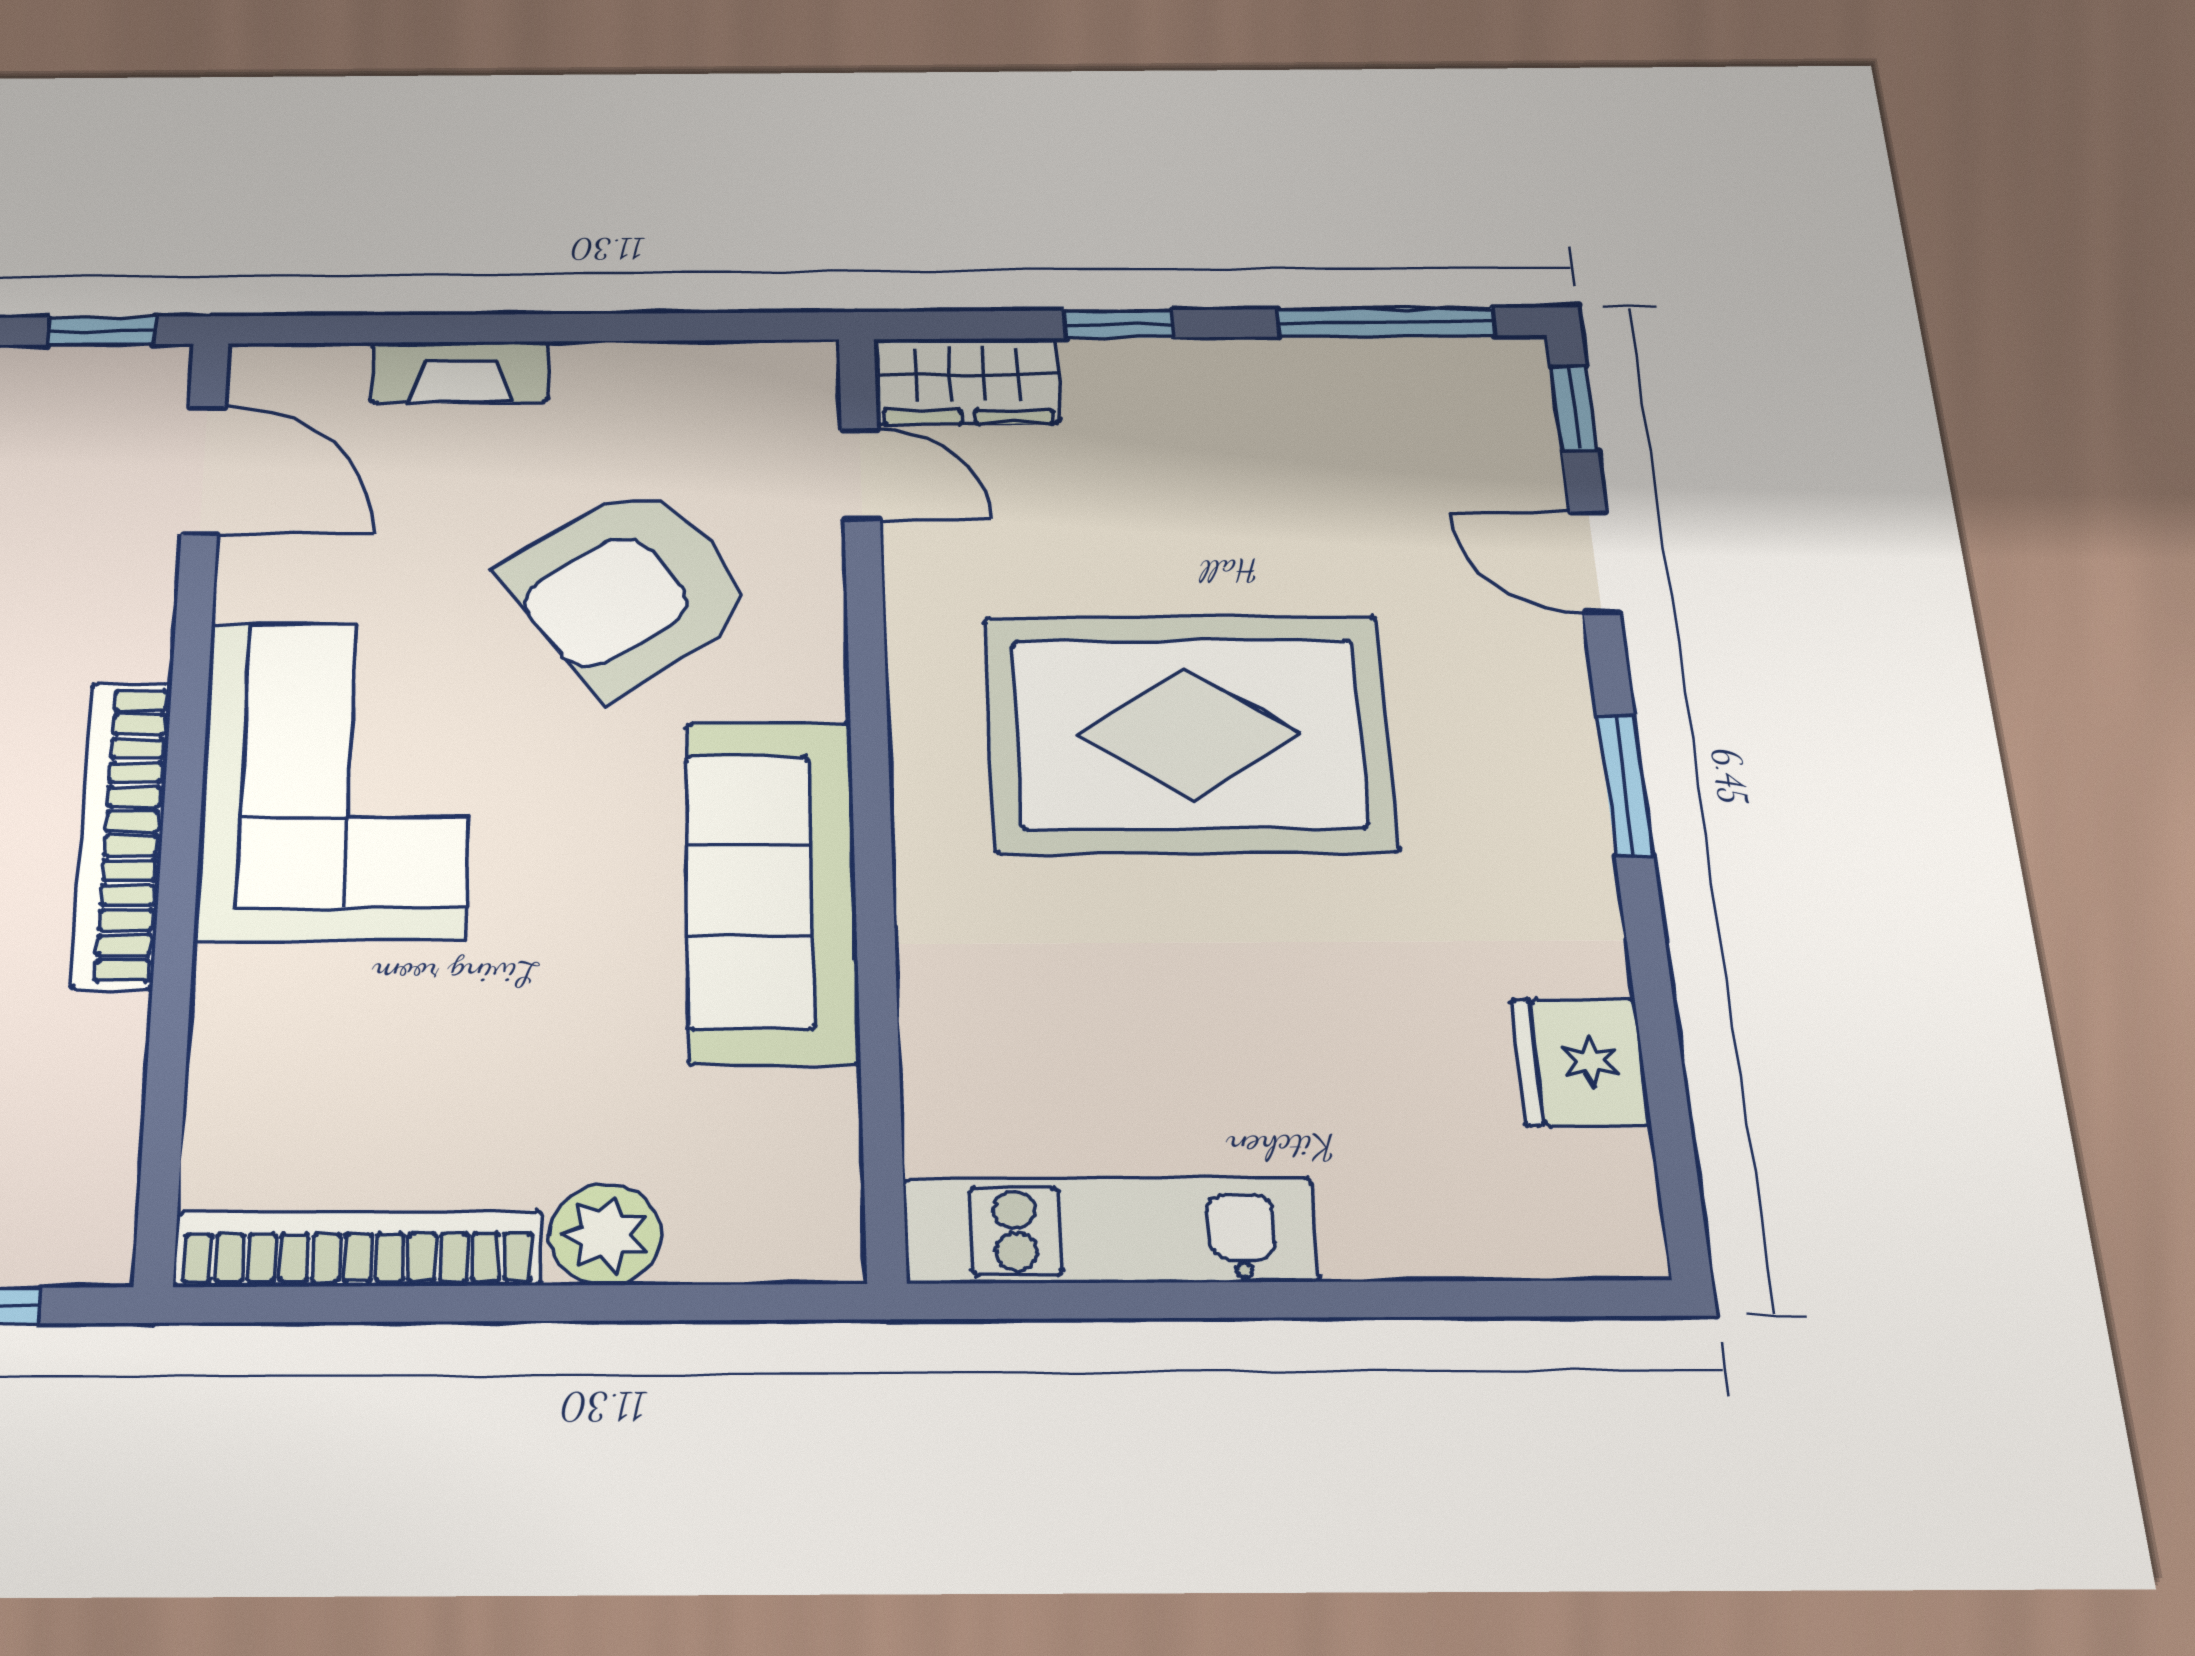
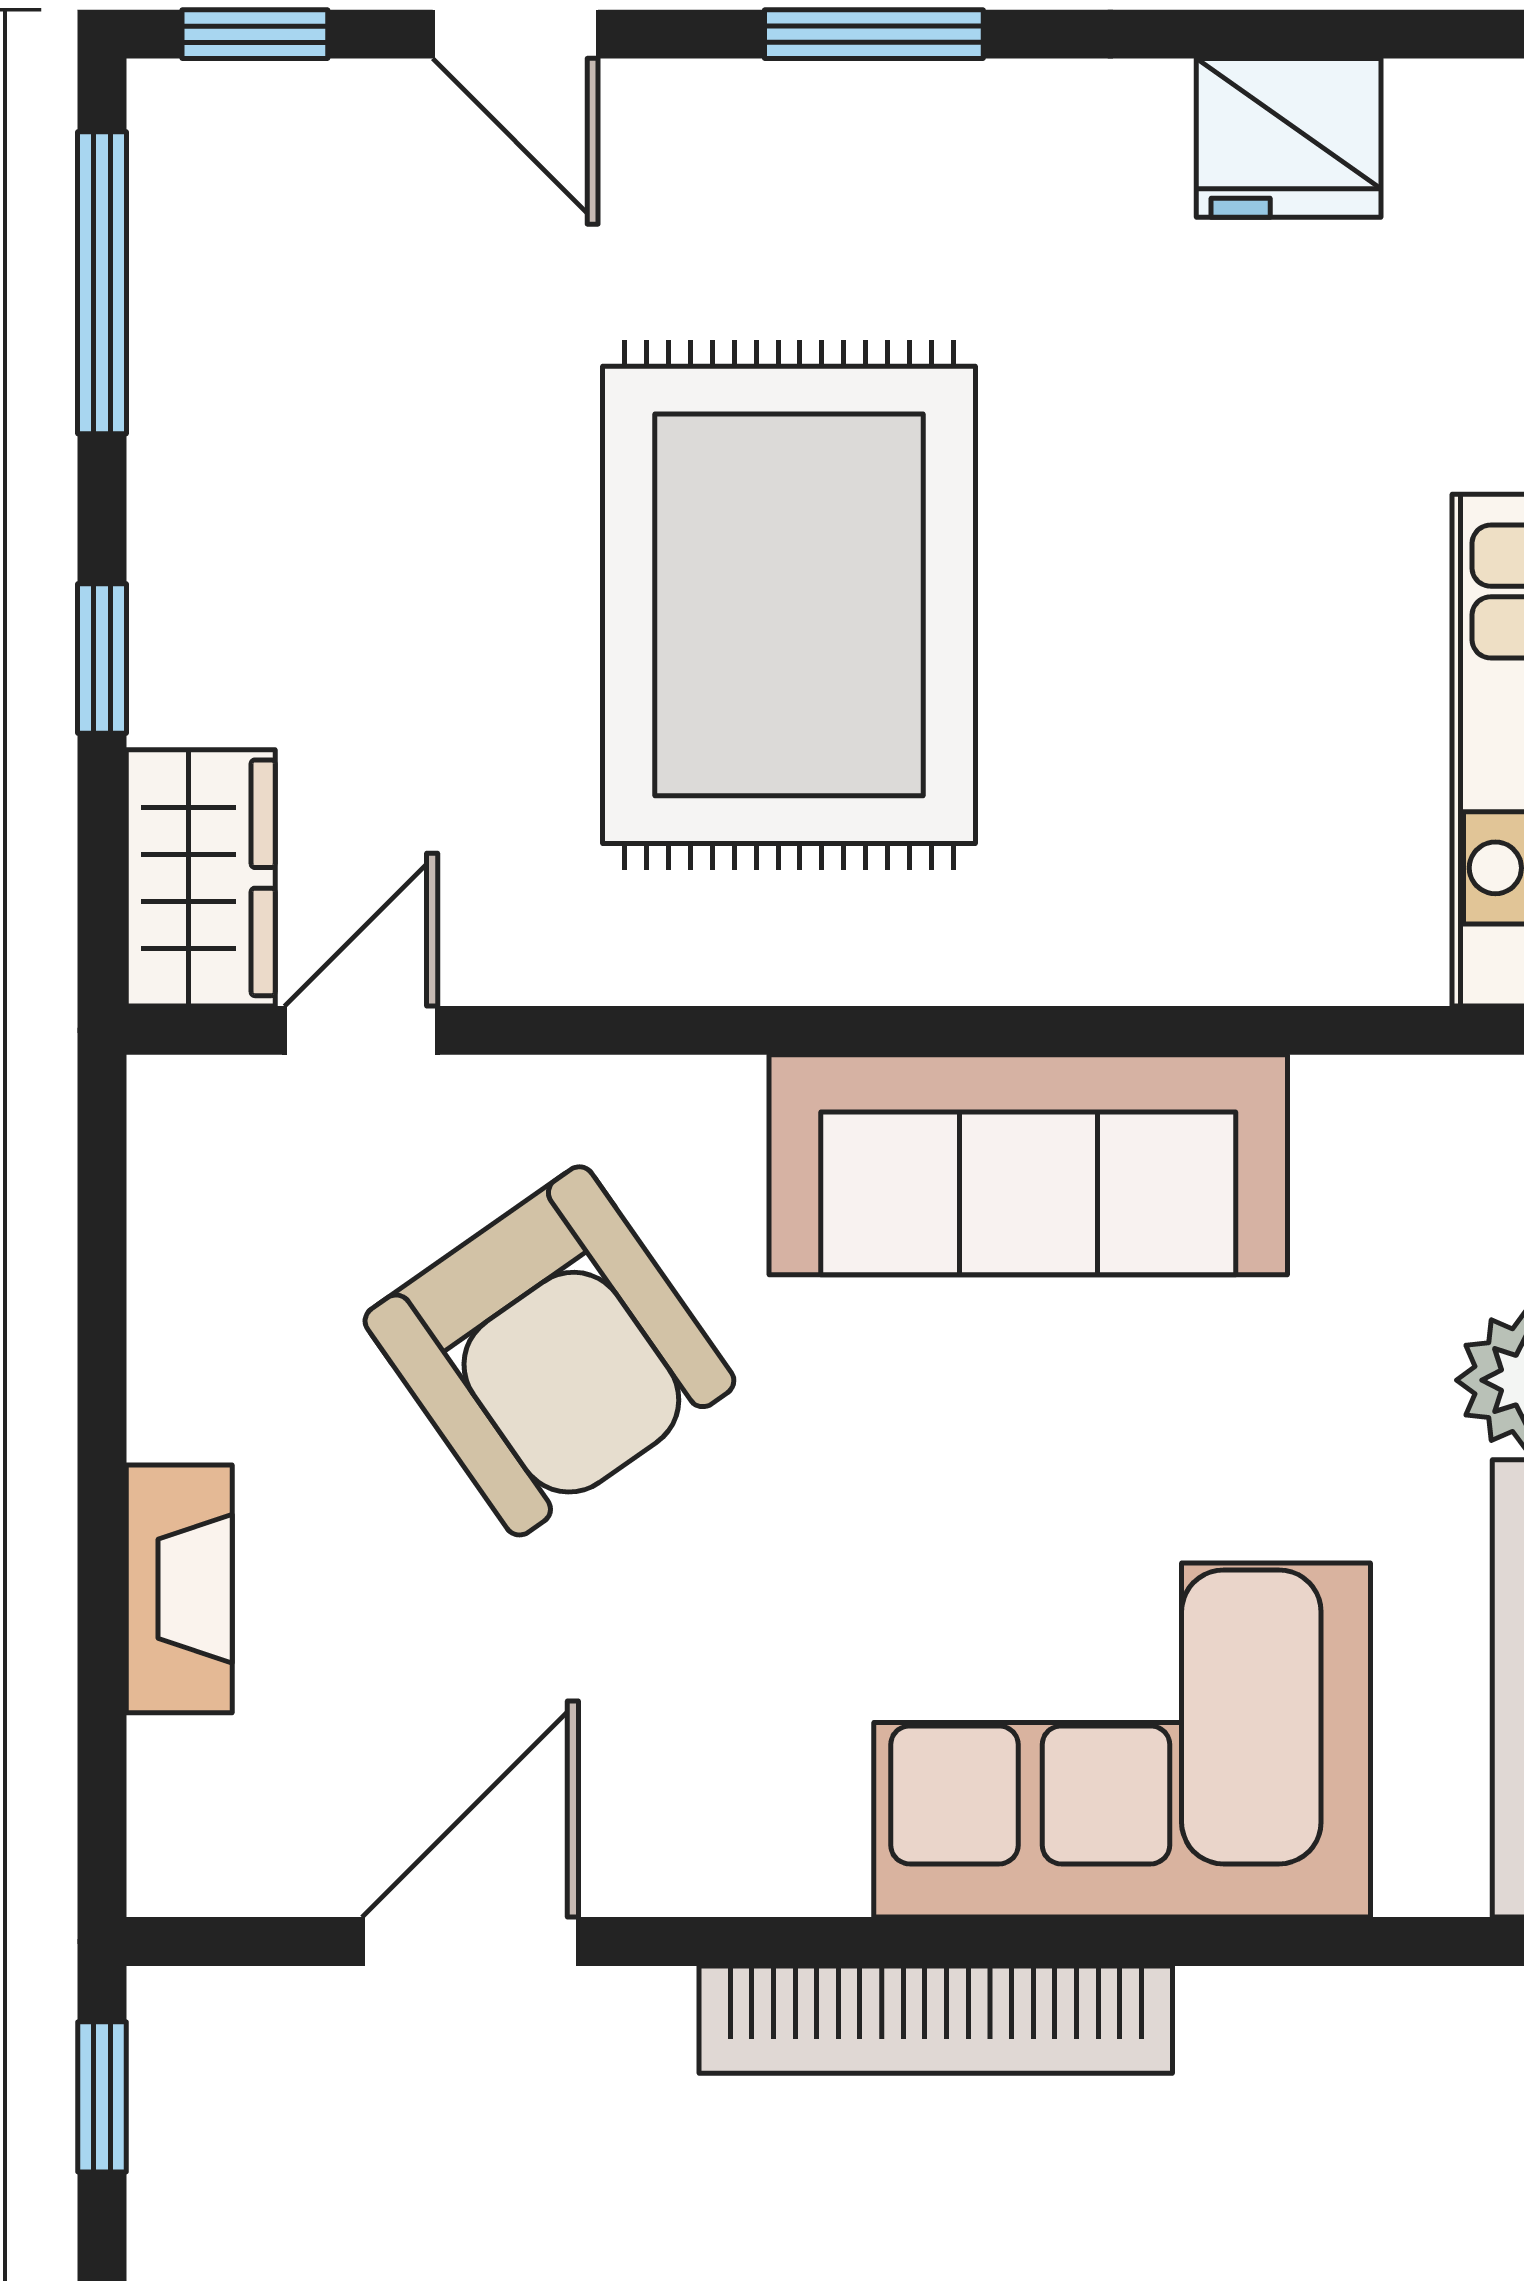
door: (203, 470) -> (470, 1942), moved
door: (1595, 562) -> (515, 34), hinge flipped
corner sofa: (336, 779) -> (1122, 1740), moved

